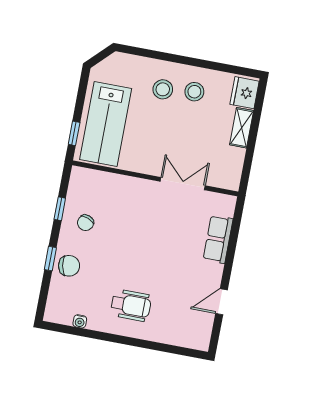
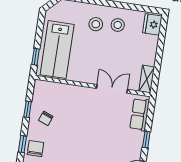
shelving: (242, 128) -> (147, 79), moved
row of seats: (218, 239) -> (140, 114), moved
window: (230, 259) -> (146, 140), added
chair: (69, 266) -> (35, 149), turned -80

